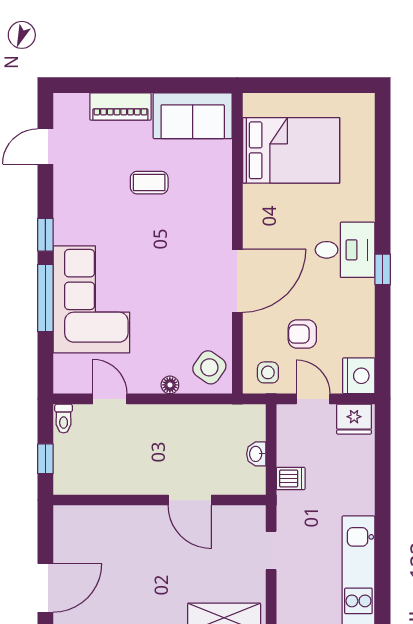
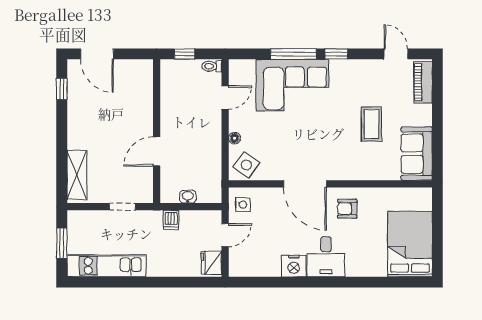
piano: (120, 107) -> (423, 82), moved
bed: (291, 150) -> (410, 244), moved, turned 180
coffee table: (149, 183) -> (371, 124), width x1.36, depth x1.30
window: (383, 269) -> (313, 282), removed
armchair: (302, 334) -> (347, 209), moved, turned -90
nightstand: (359, 376) -> (294, 266), moved

